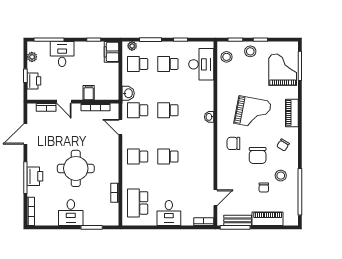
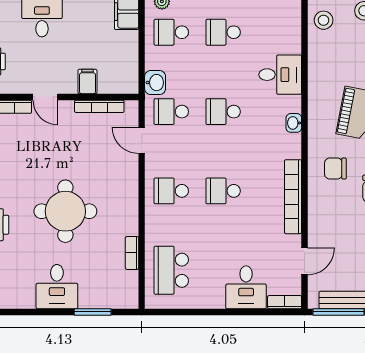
desk: (201, 64) -> (280, 75), moved, width x0.73
bookcase: (209, 160) -> (293, 197), added
desk: (169, 213) -> (246, 287), moved

